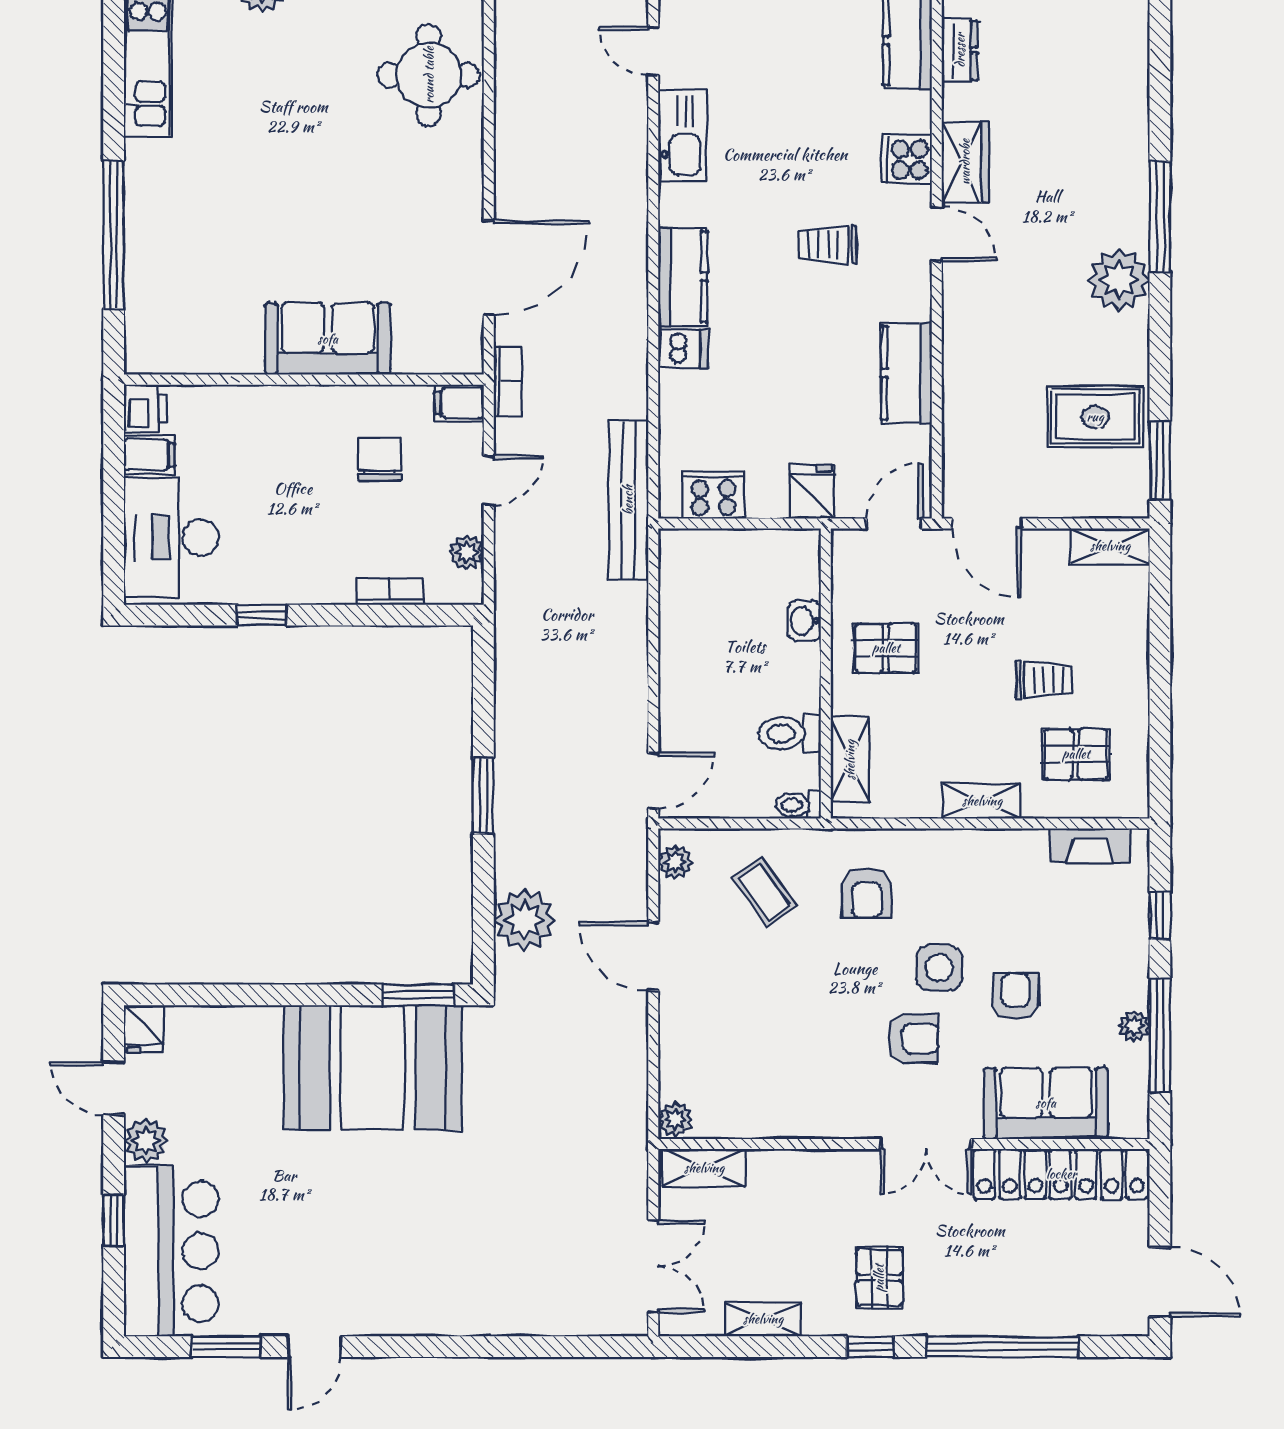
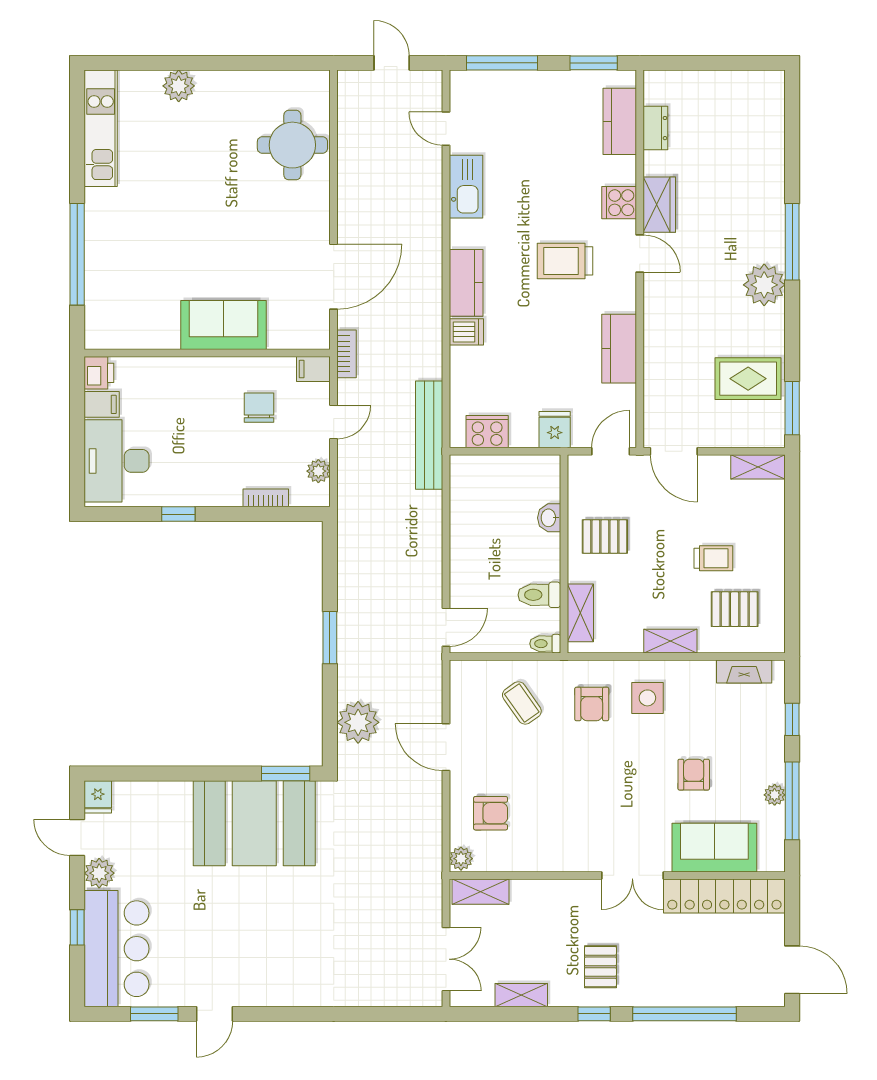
trolley: (827, 245) -> (565, 261), width x1.36, depth x1.39
plant: (675, 862) -> (461, 683), removed
side table: (939, 968) -> (647, 698), moved
armchair: (913, 1038) -> (491, 813), moved

